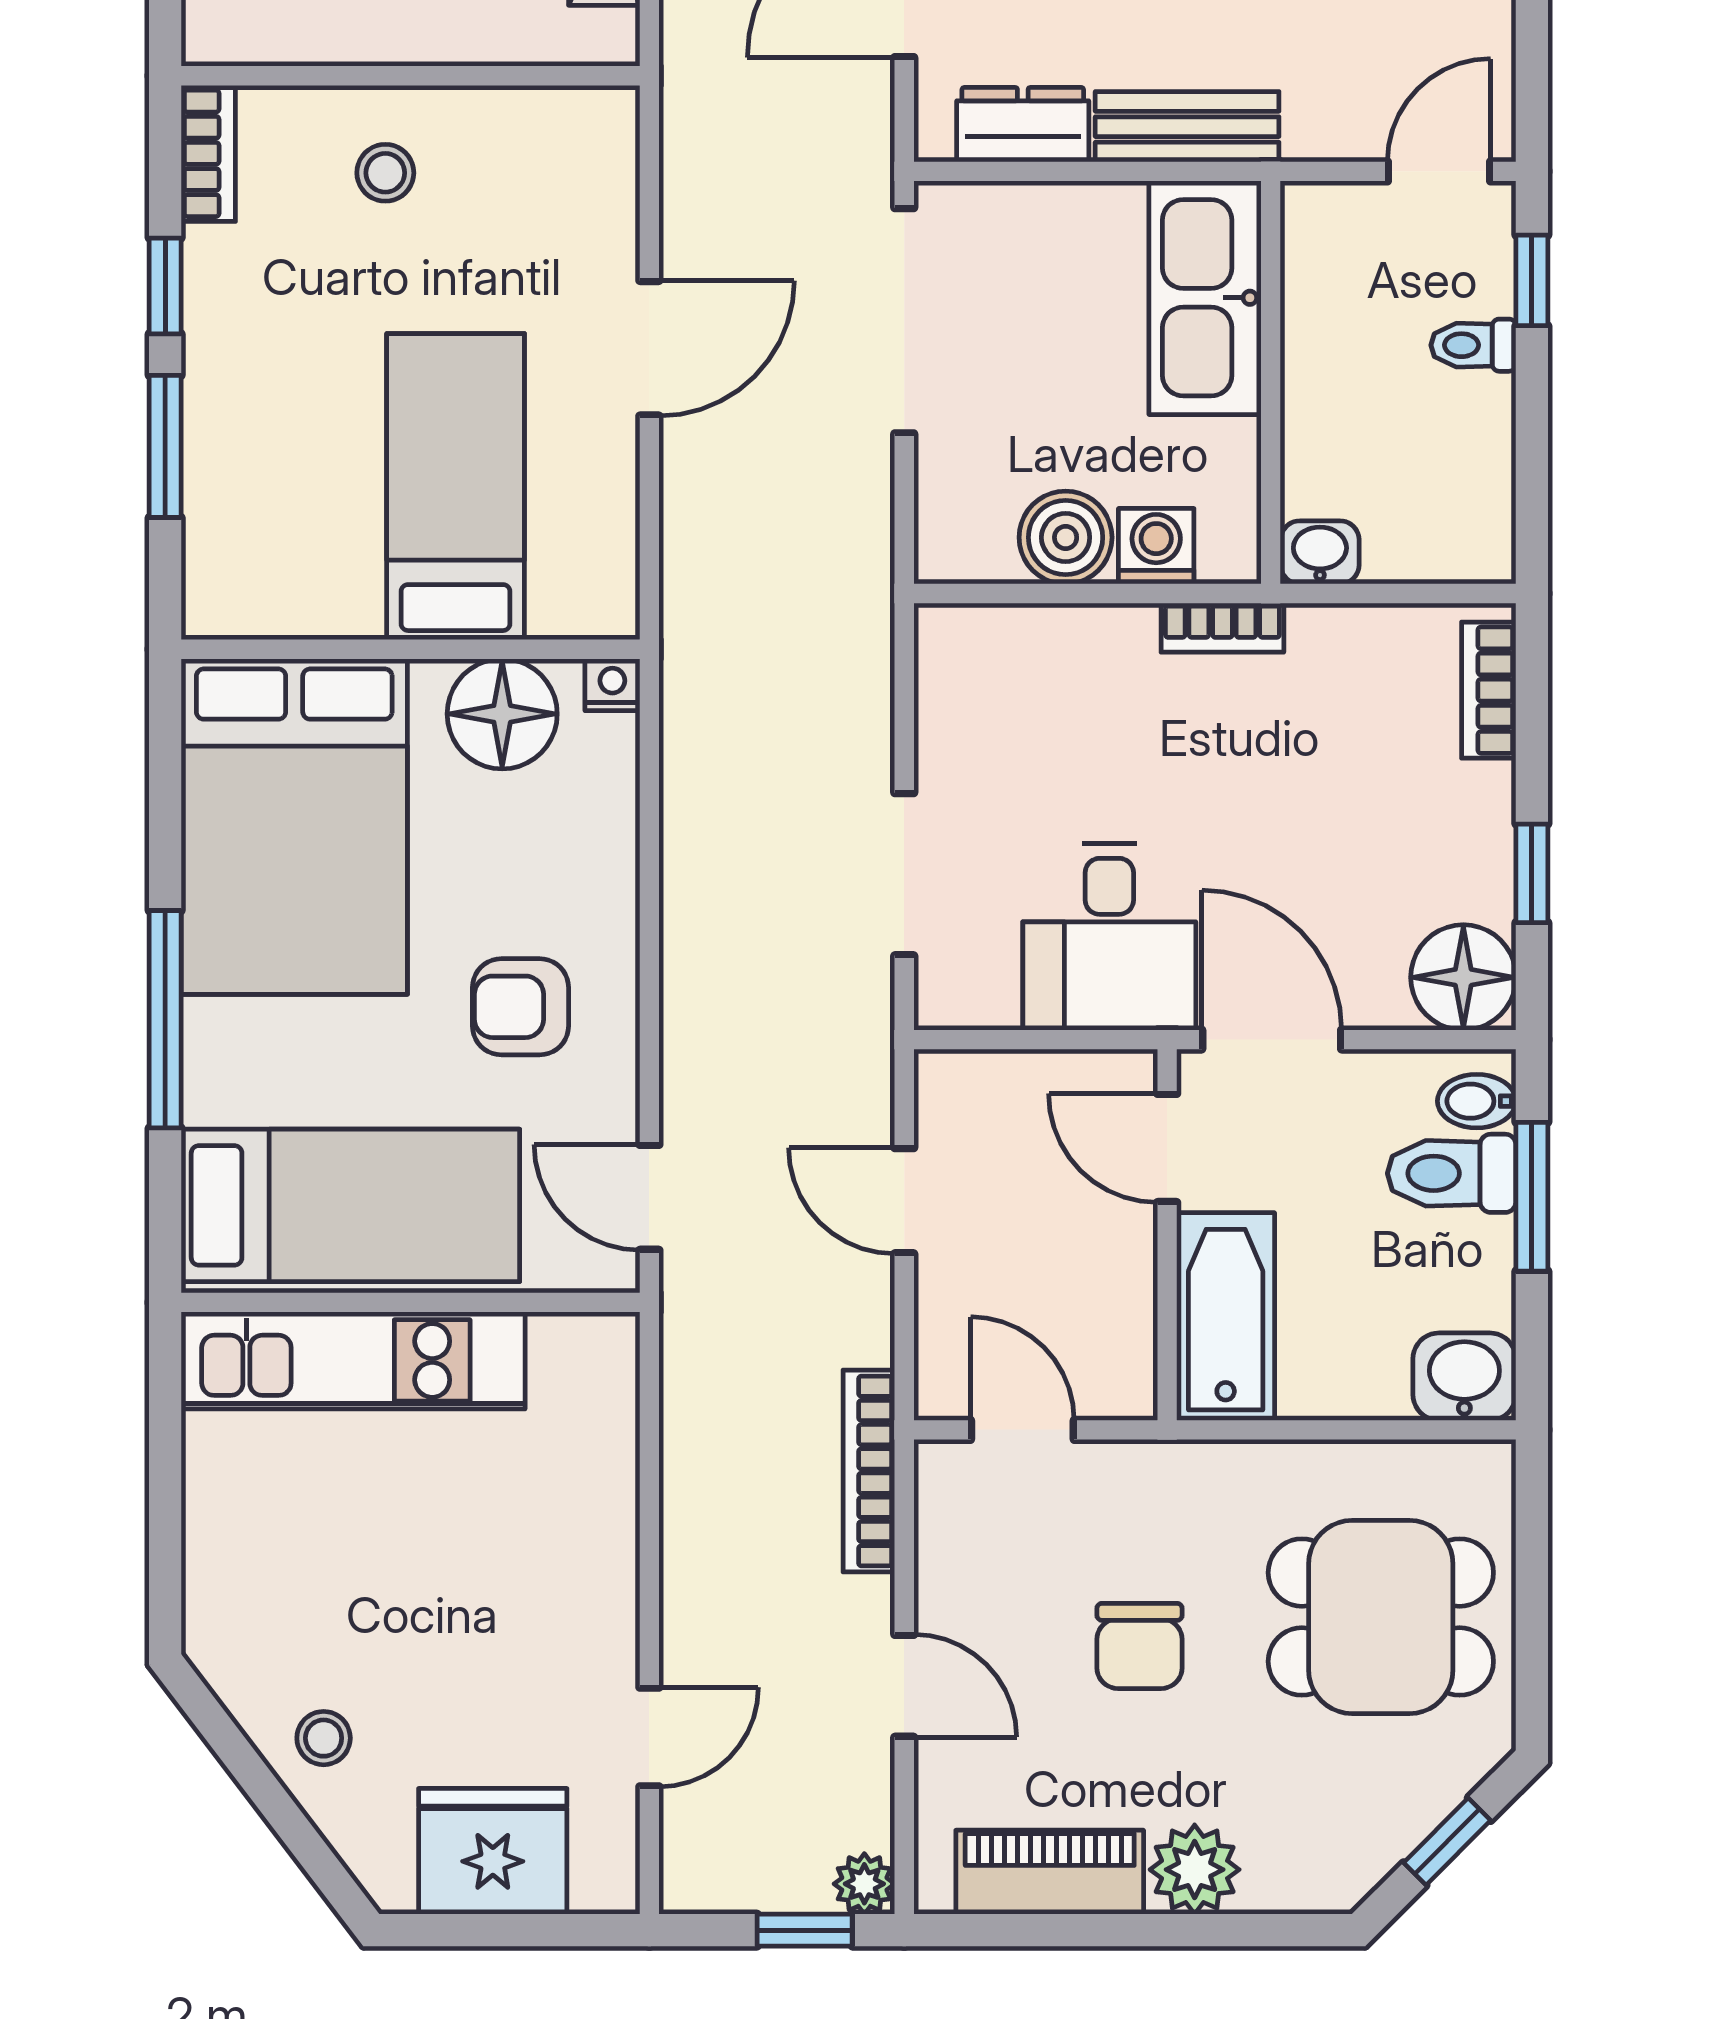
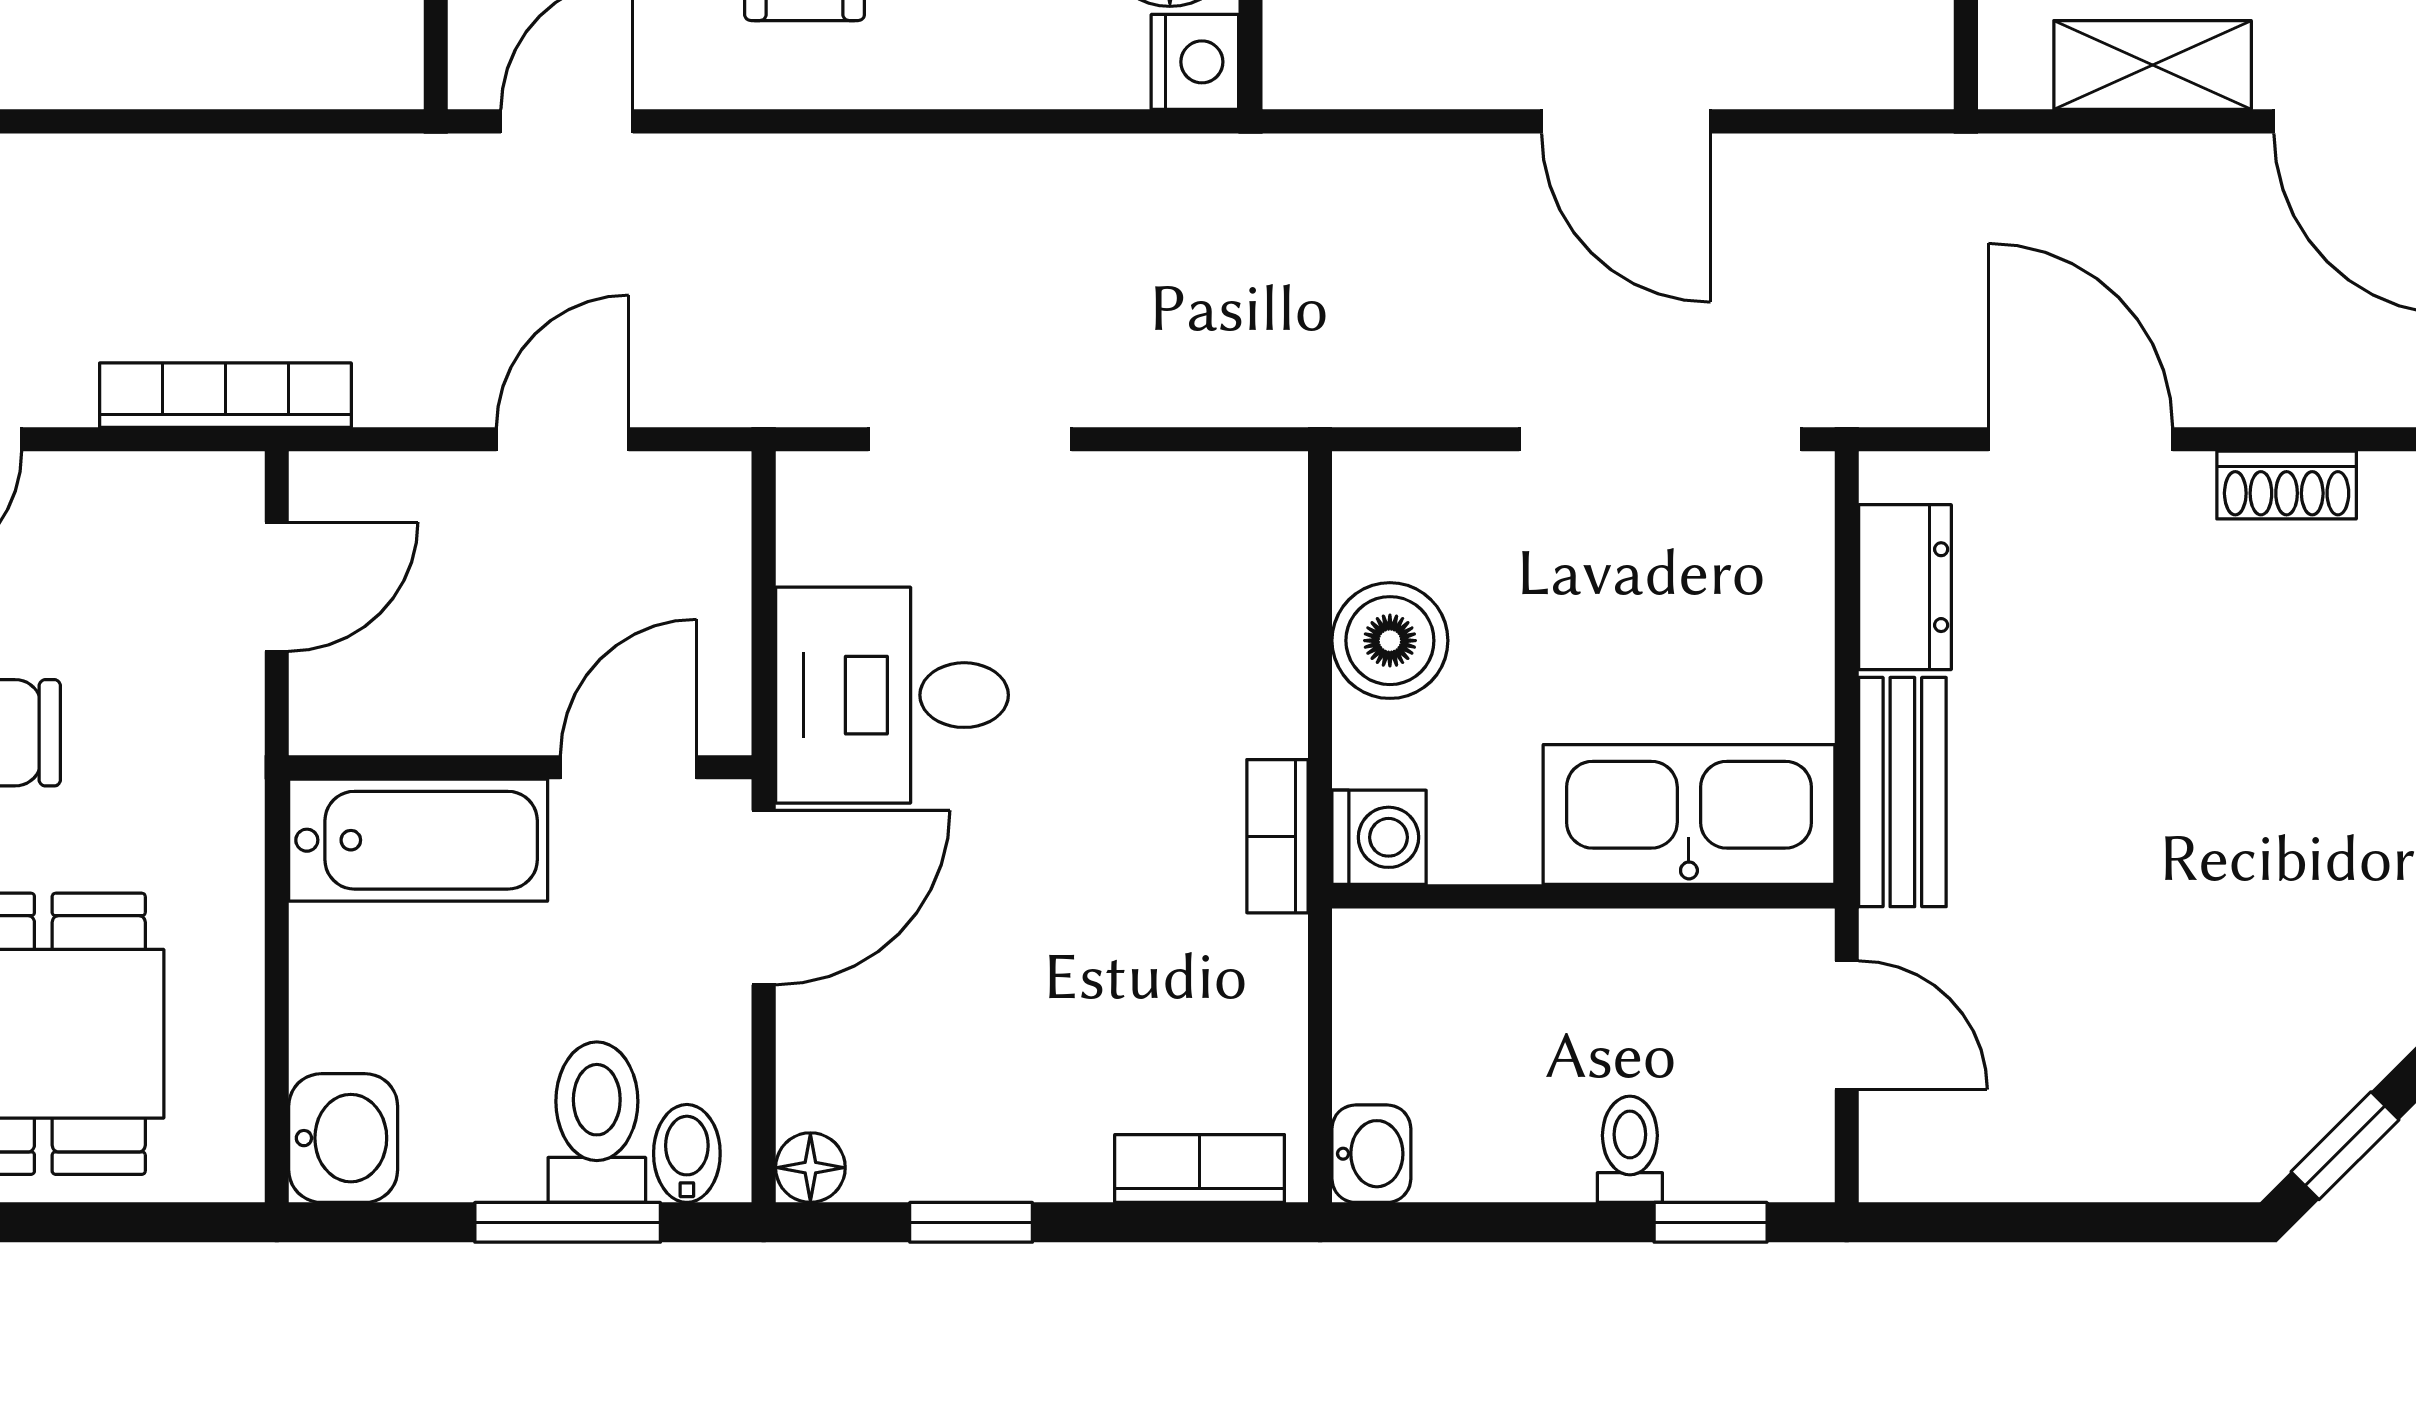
door: (1439, 171) -> (1847, 1025), moved
washing machine: (1156, 546) -> (1379, 837), moved
washbasin: (1320, 552) -> (1371, 1154), moved
nightstand: (612, 685) -> (1195, 62), width x1.39, depth x1.35
floor lamp: (1463, 977) -> (810, 1168), width x0.53, depth x0.53

